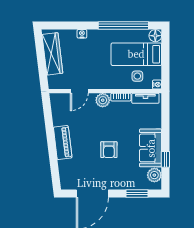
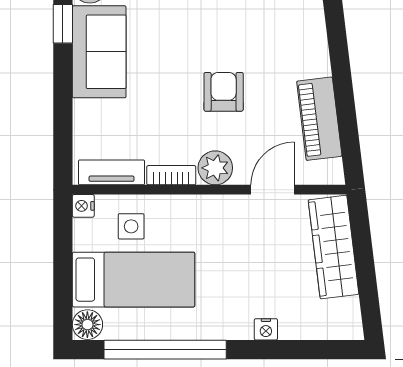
wardrobe: (52, 54) -> (334, 247), moved
piano: (63, 143) -> (319, 119), moved
armchair: (109, 150) -> (224, 92), moved

